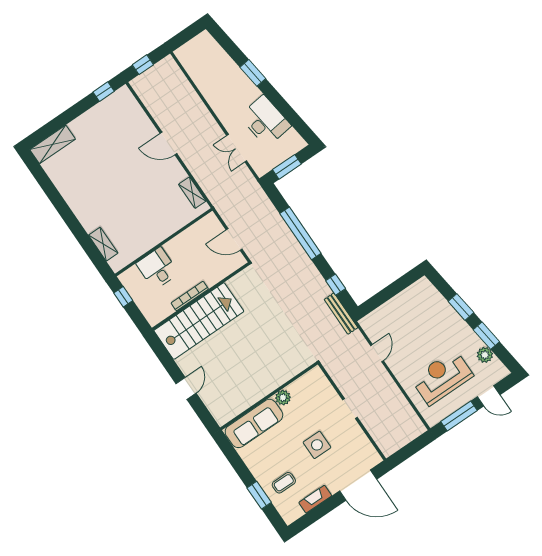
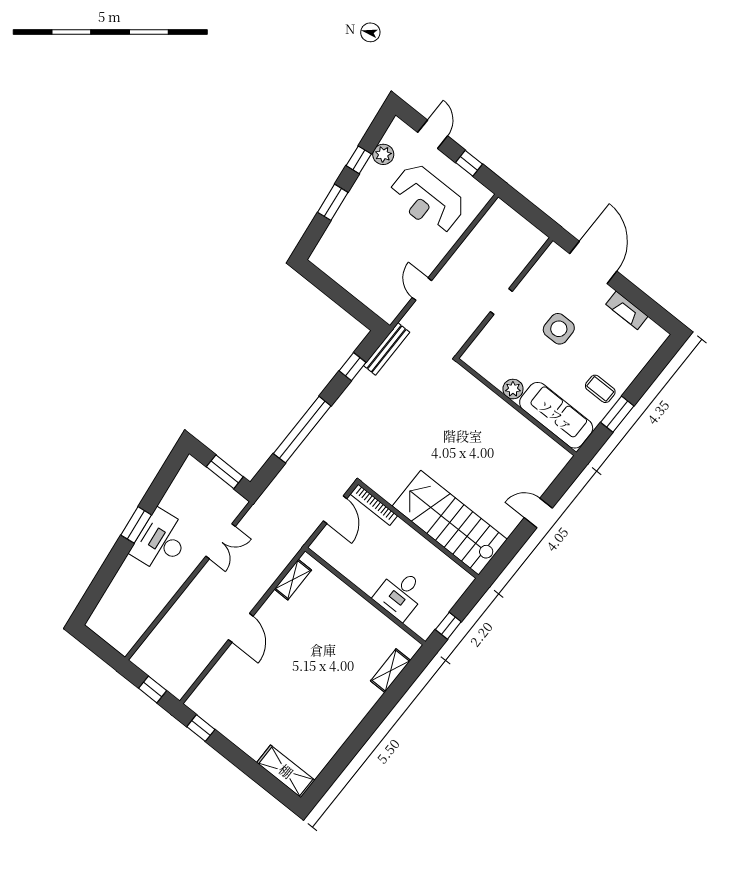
window: (253, 73) -> (136, 525), moved
desk: (265, 121) -> (161, 541), moved
bookcase: (190, 296) -> (374, 505), moved
window: (486, 336) -> (359, 160), width x0.67
door: (377, 353) -> (422, 289), hinge flipped
window: (459, 416) -> (469, 163), width x0.46
coffee table: (284, 483) -> (600, 389), moved
window: (259, 495) -> (617, 414), moved

